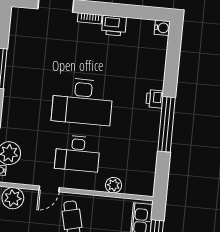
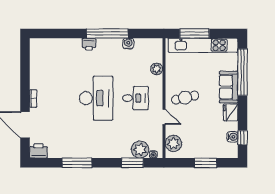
printer: (114, 26) -> (38, 151), moved, turned -90
water cooler: (162, 28) -> (128, 44), moved
desk: (77, 153) -> (135, 98), width x0.73

